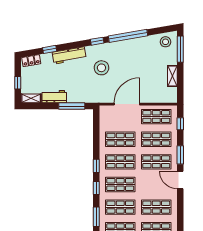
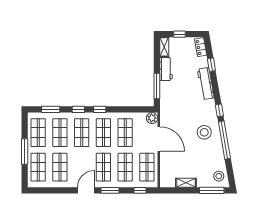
stool: (101, 68) -> (204, 132), moved
plant: (105, 111) -> (152, 118), added

